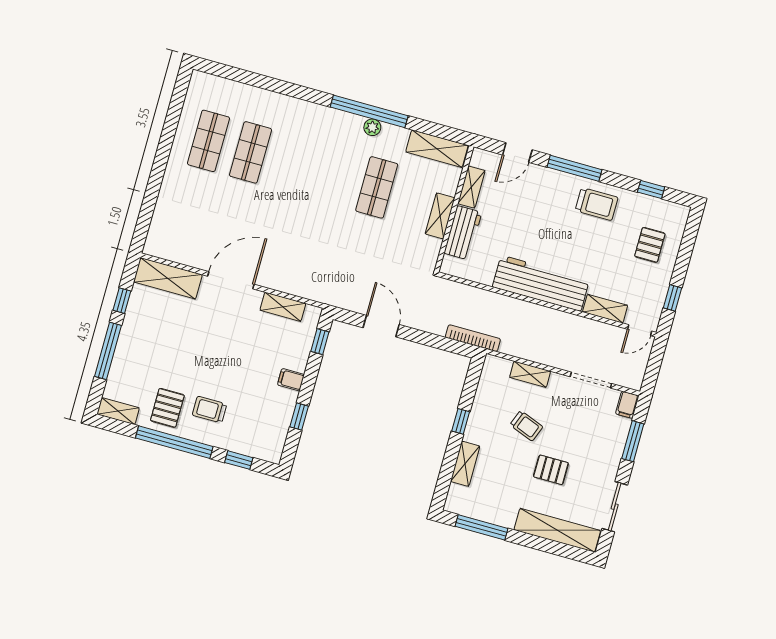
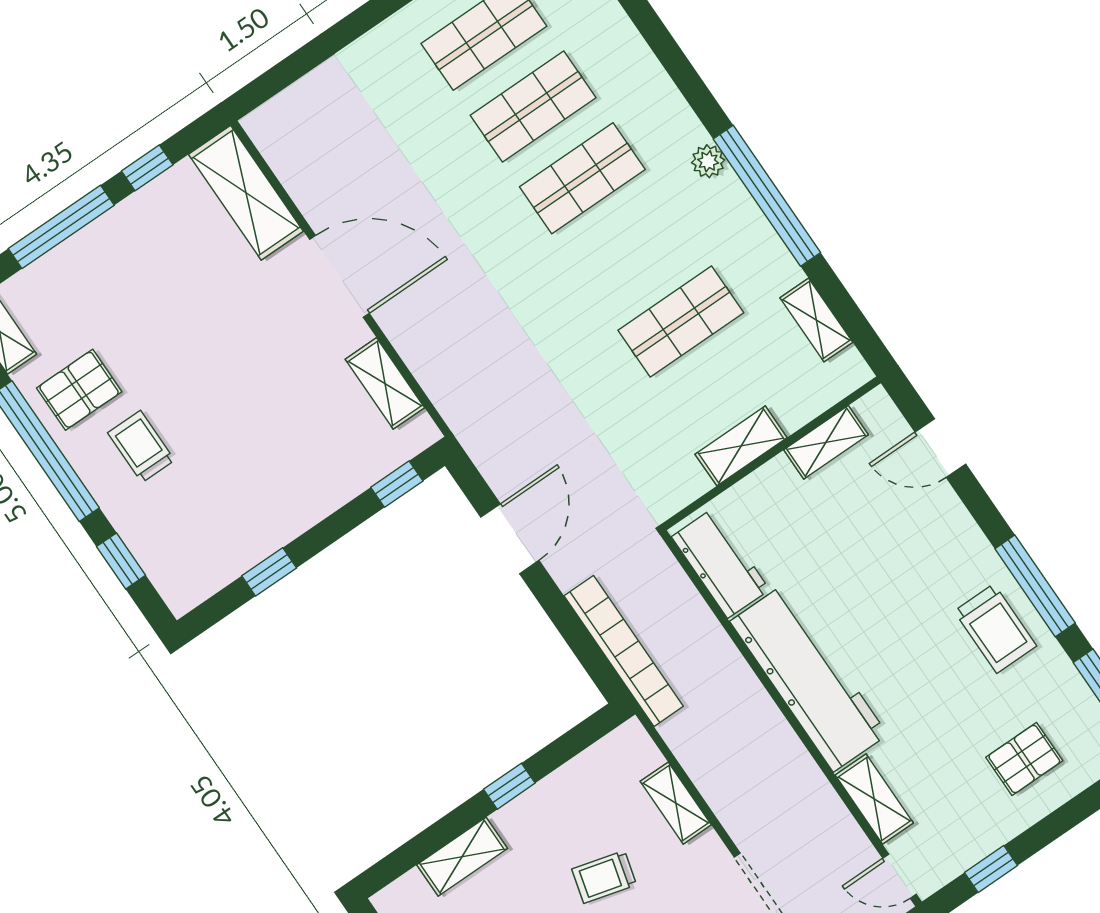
plant: (372, 127) -> (708, 161), moved
shelving: (437, 149) -> (816, 320), width x0.67, depth x0.75
shop shelf: (293, 164) -> (582, 178), added
window: (575, 168) -> (1035, 586), moved
workbench: (463, 233) -> (720, 563), moved, turned -90
bookcase: (473, 338) -> (624, 651), width x1.48, depth x1.31
filing cabinet: (291, 380) -> (304, 505), removed
trolley: (526, 426) -> (604, 877), turned 84

